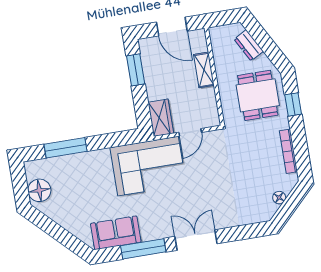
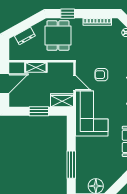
window: (136, 70) -> (39, 111), moved
dining table: (258, 95) -> (58, 35), turned 90
armchair: (209, 171) -> (101, 75), added

